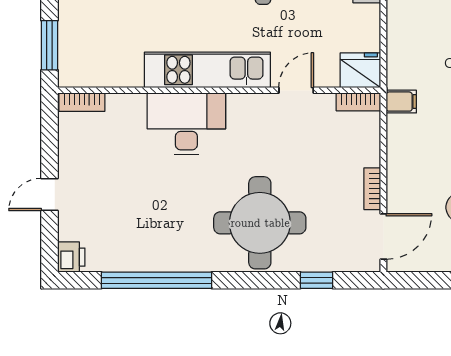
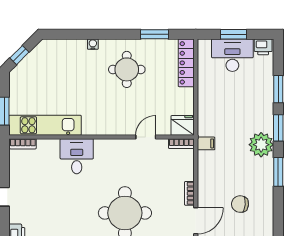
kitchen unit: (207, 70) -> (45, 125), moved
desk: (186, 124) -> (77, 156), width x0.73

